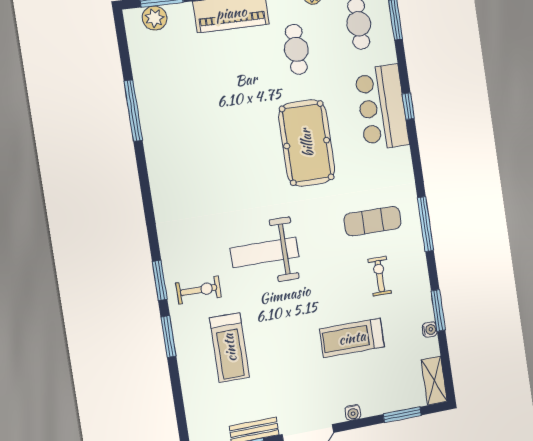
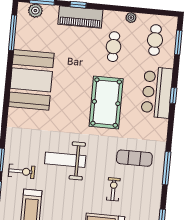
window: (133, 111) -> (13, 33), moved
booth: (177, 135) -> (31, 80), added
exercise bike: (380, 276) -> (113, 189), moved

